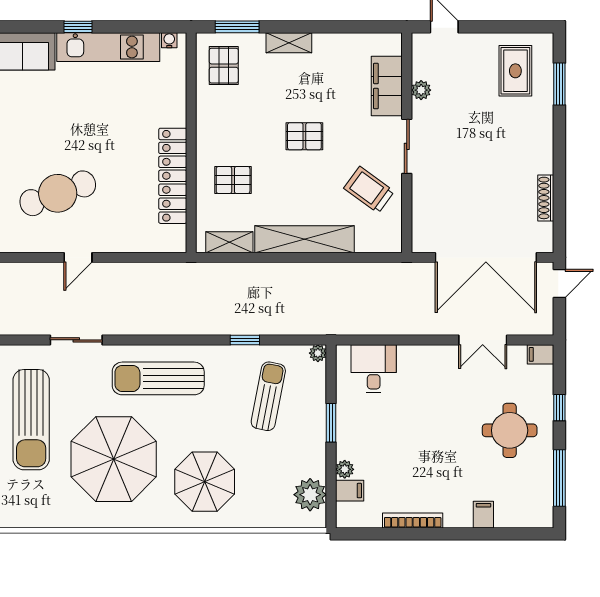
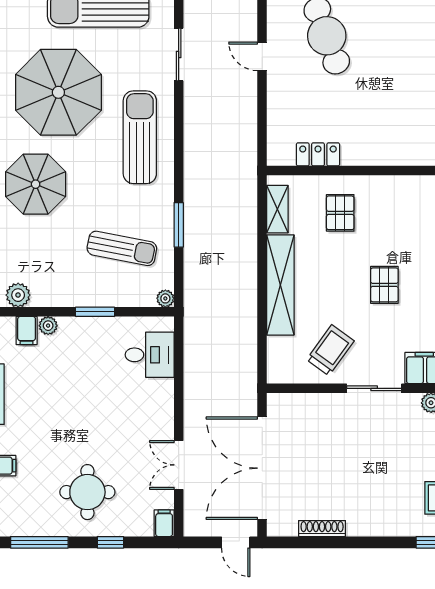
locker: (173, 176) -> (318, 154), width x0.46, depth x0.83
window: (245, 340) -> (179, 225), width x1.50
plant: (310, 495) -> (18, 295), width x0.73, depth x0.73

